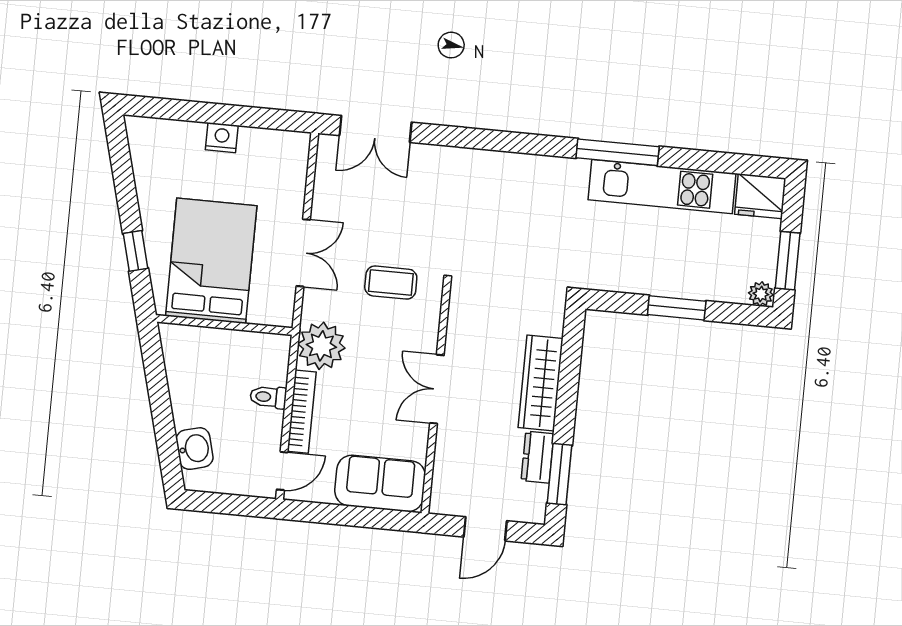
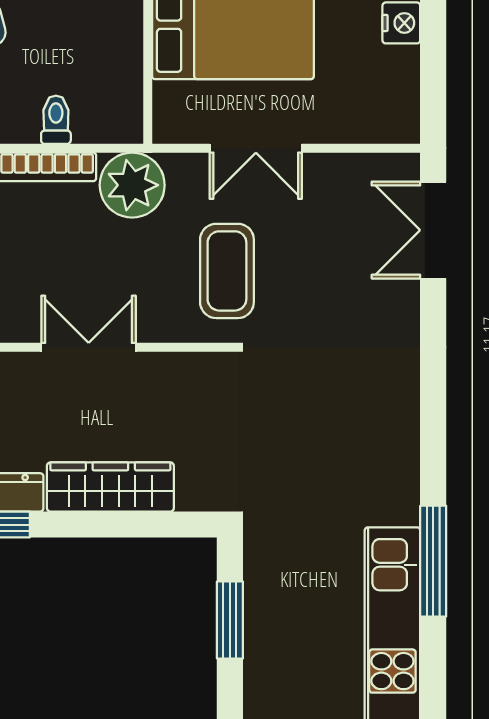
coffee table: (391, 283) -> (227, 271), width x1.36, depth x1.30
window: (677, 308) -> (230, 620), moved

